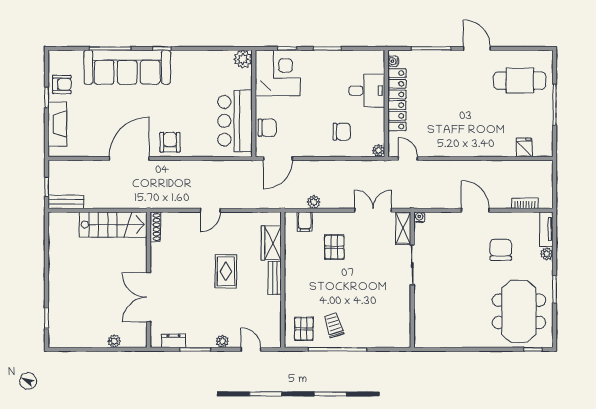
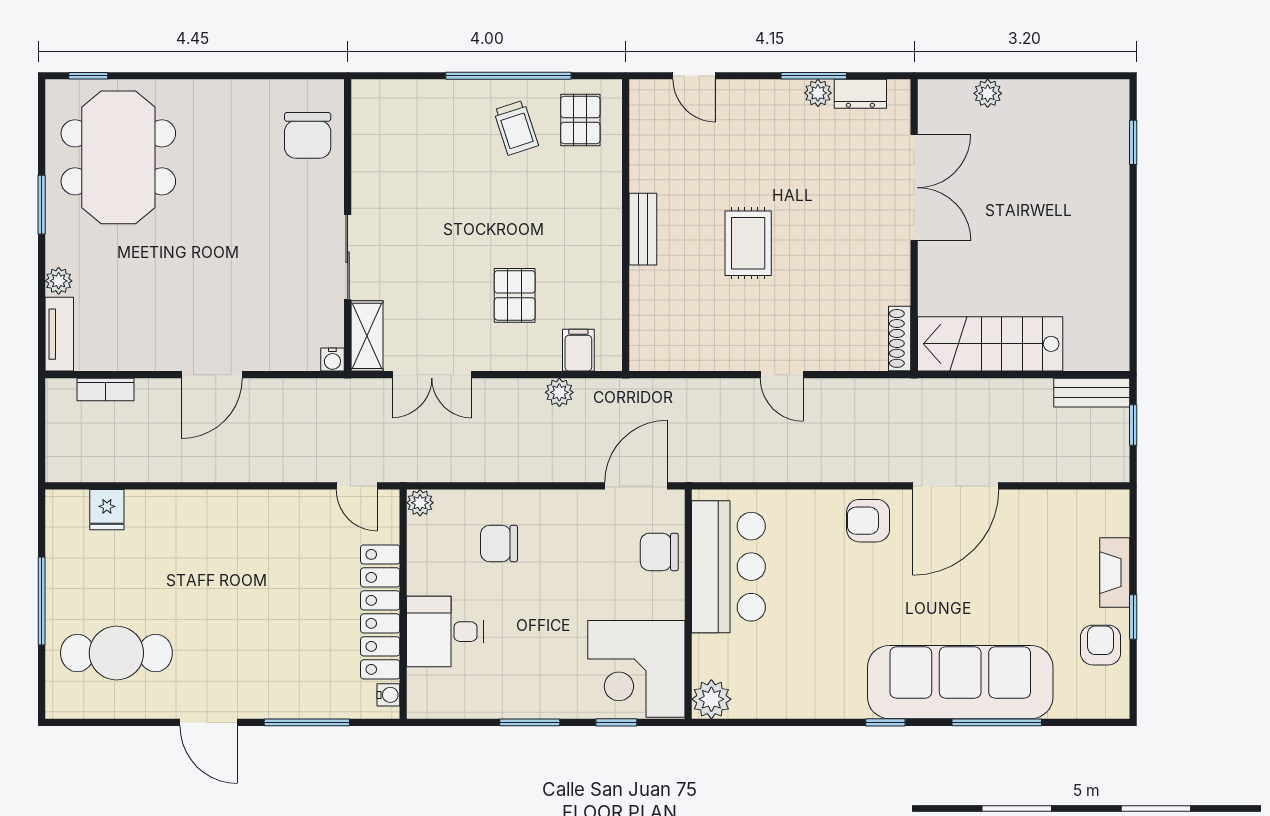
armchair: (62, 84) -> (1101, 645), turned 90
fireplace: (57, 124) -> (1115, 573), width x0.73, depth x0.76
armchair: (170, 142) -> (868, 521), turned 90
door: (210, 210) -> (782, 375), swing flipped
door: (475, 210) -> (212, 375), hinge flipped
wardrobe: (271, 243) -> (650, 304), removed
chair: (501, 250) -> (308, 135), moved
plant: (222, 341) -> (818, 93), moved

